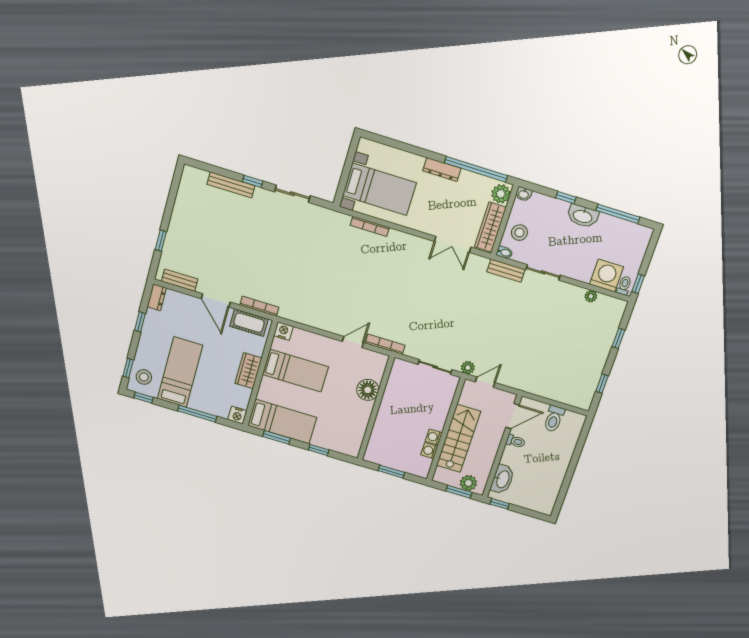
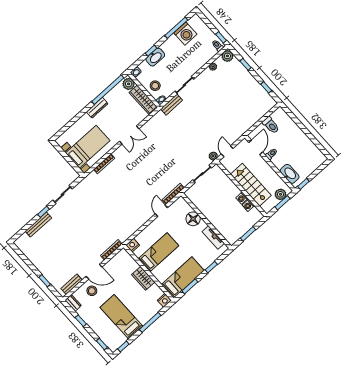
washbasin: (583, 216) -> (155, 57), moved
double door: (453, 244) -> (129, 135), moved
washing machine: (607, 276) -> (185, 34), moved, turned 180
plant: (617, 307) -> (227, 56), added
cot: (249, 323) -> (117, 261), removed
stool: (144, 377) -> (92, 291), moved
tv unit: (359, 430) -> (213, 238), added

